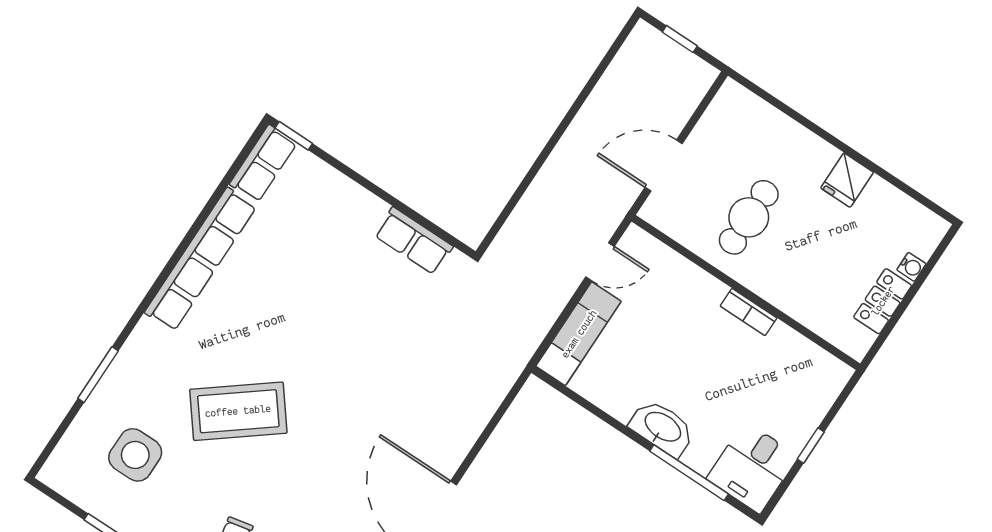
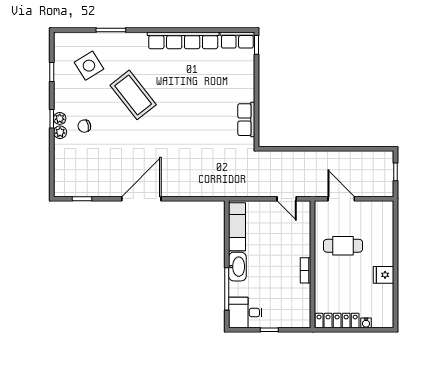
locker: (883, 301) -> (337, 320), width x1.53
exam couch: (579, 334) -> (237, 227), moved, turned -90
side table: (135, 455) -> (89, 66), turned -32

